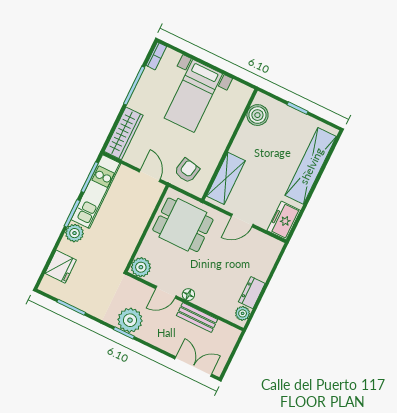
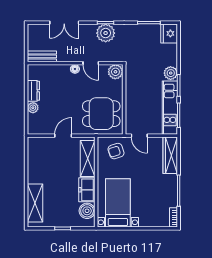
bed with nightstands: (193, 96) -> (118, 203), moved
shelving: (311, 166) -> (35, 203), width x0.68
armchair: (187, 171) -> (116, 151), turned 61
freezer: (284, 220) -> (87, 190), moved, turned 180
fridge: (61, 267) -> (169, 33), moved
door: (166, 292) -> (91, 63), swing flipped
plant: (243, 313) -> (33, 108), moved
bench: (197, 317) -> (42, 56), moved
double door: (193, 367) -> (64, 23), moved

